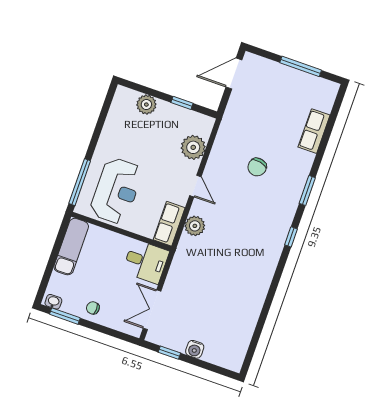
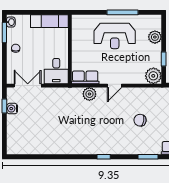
plant: (193, 147) -> (153, 76), moved
window: (80, 182) -> (123, 12), moved
reception desk: (116, 191) -> (115, 36), moved
window: (307, 191) -> (148, 157), moved
water cooler: (195, 349) -> (12, 109), moved

